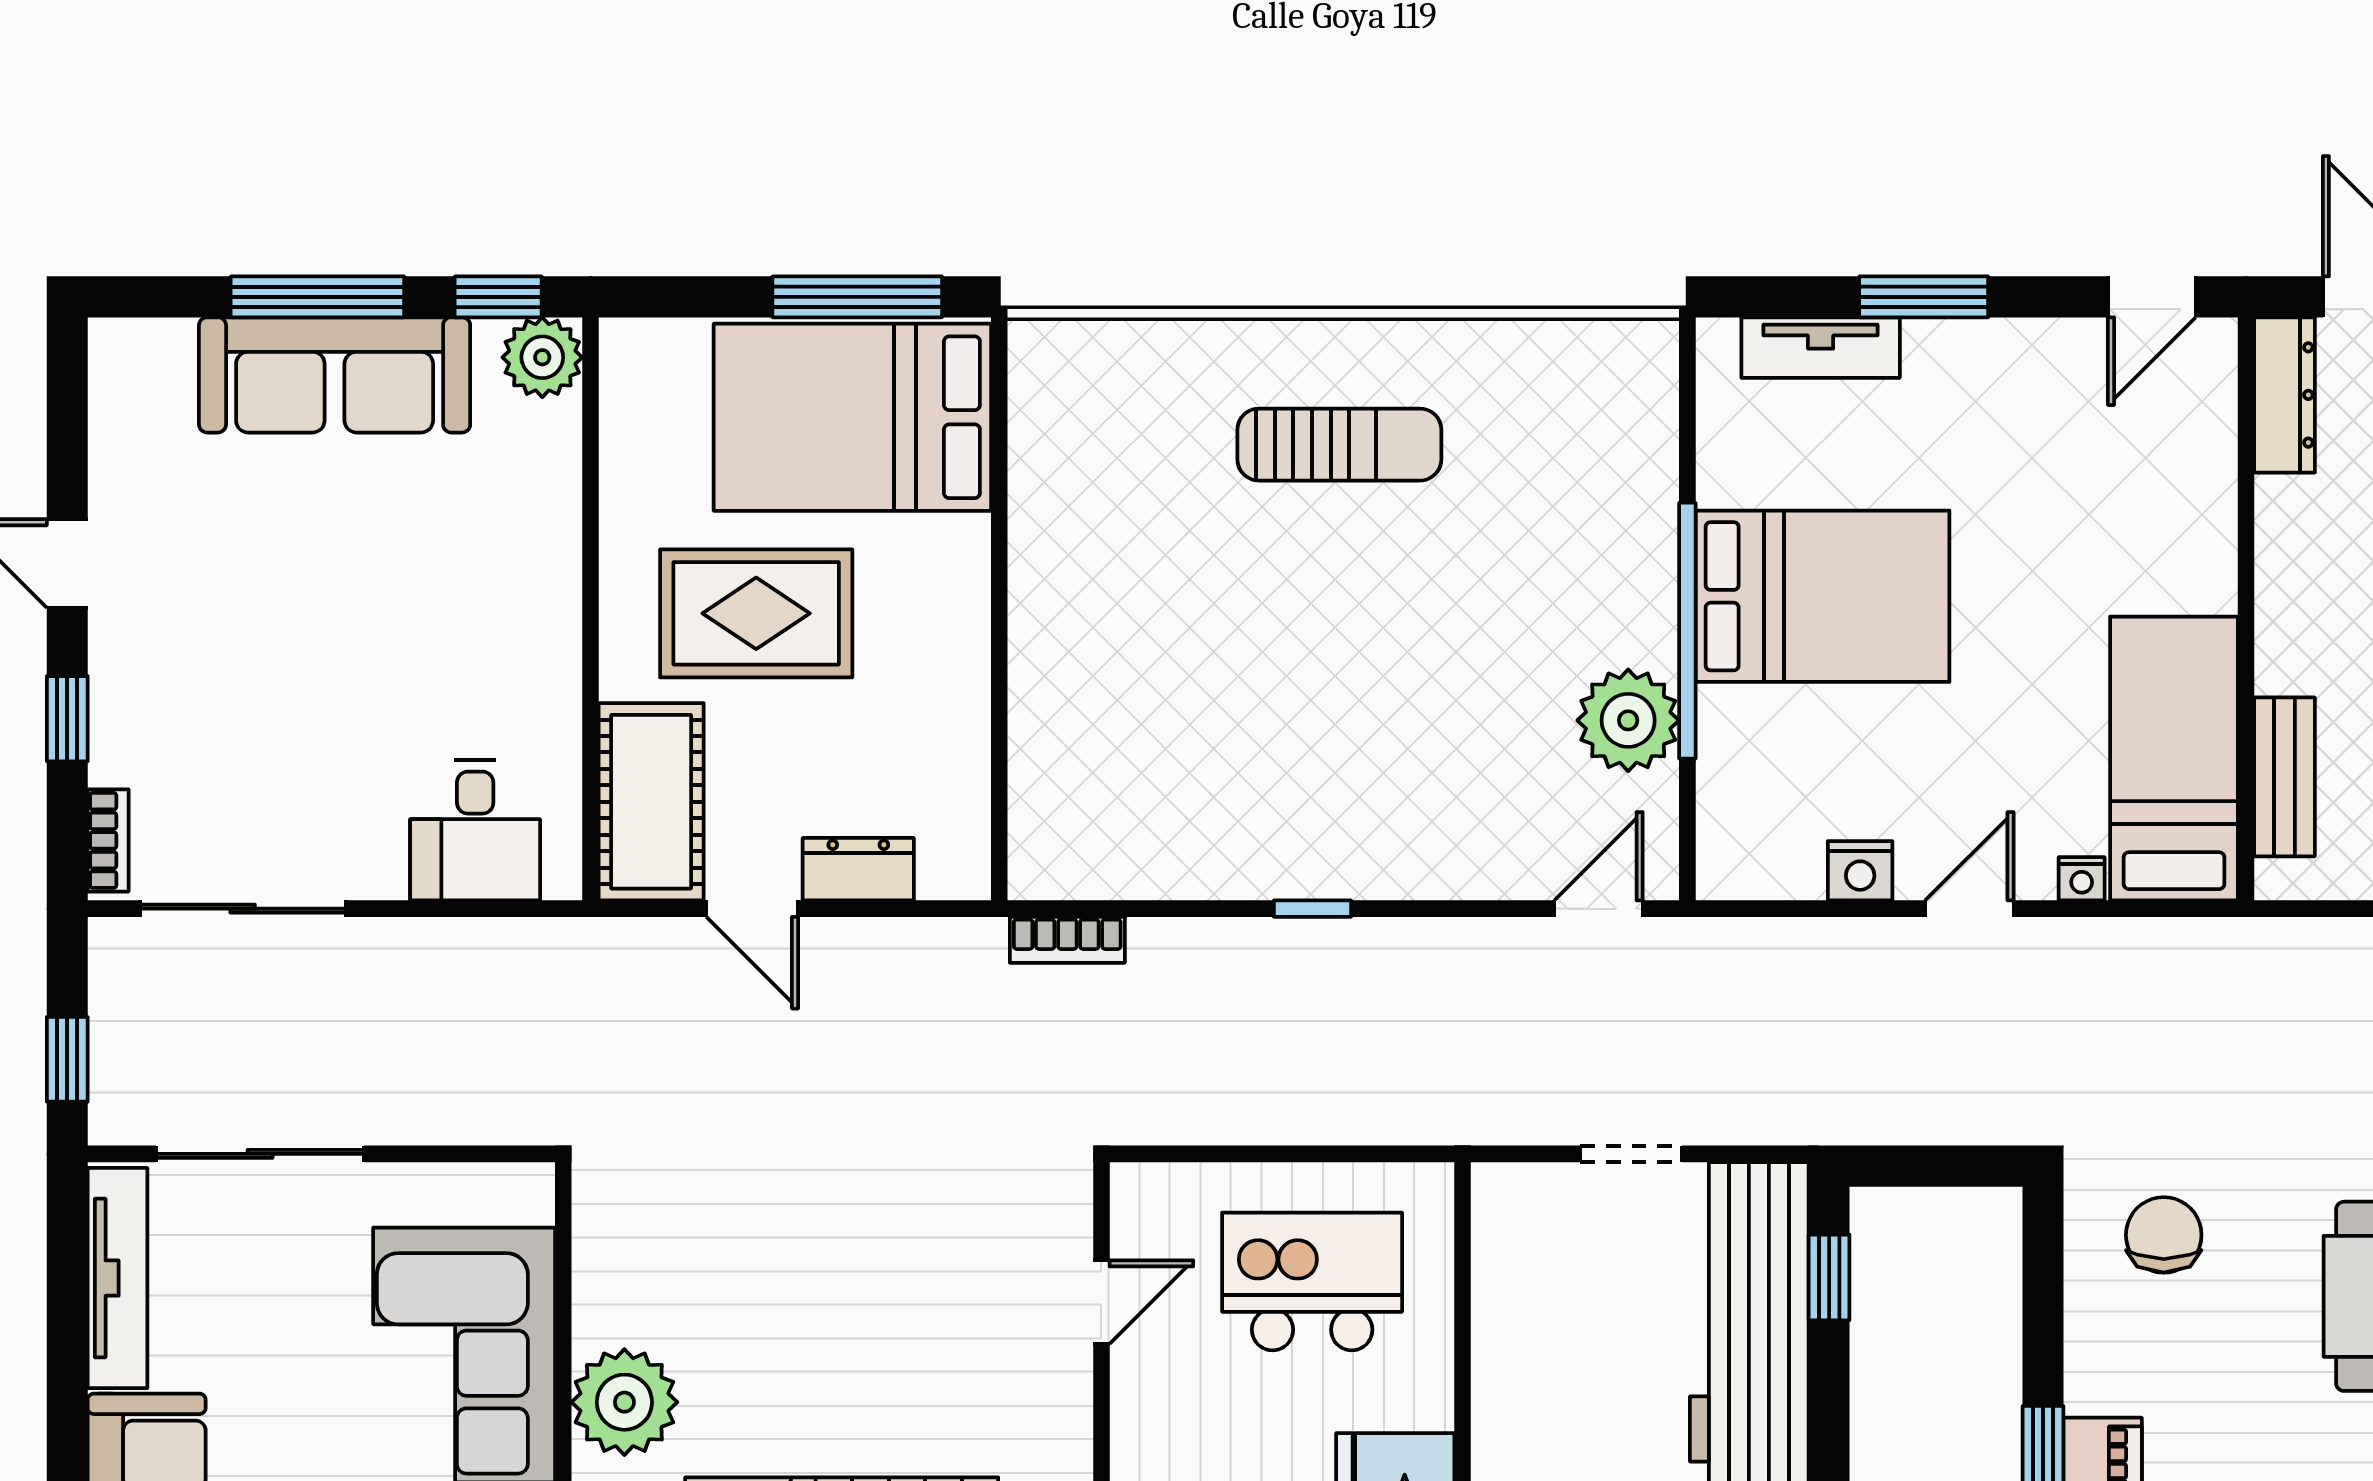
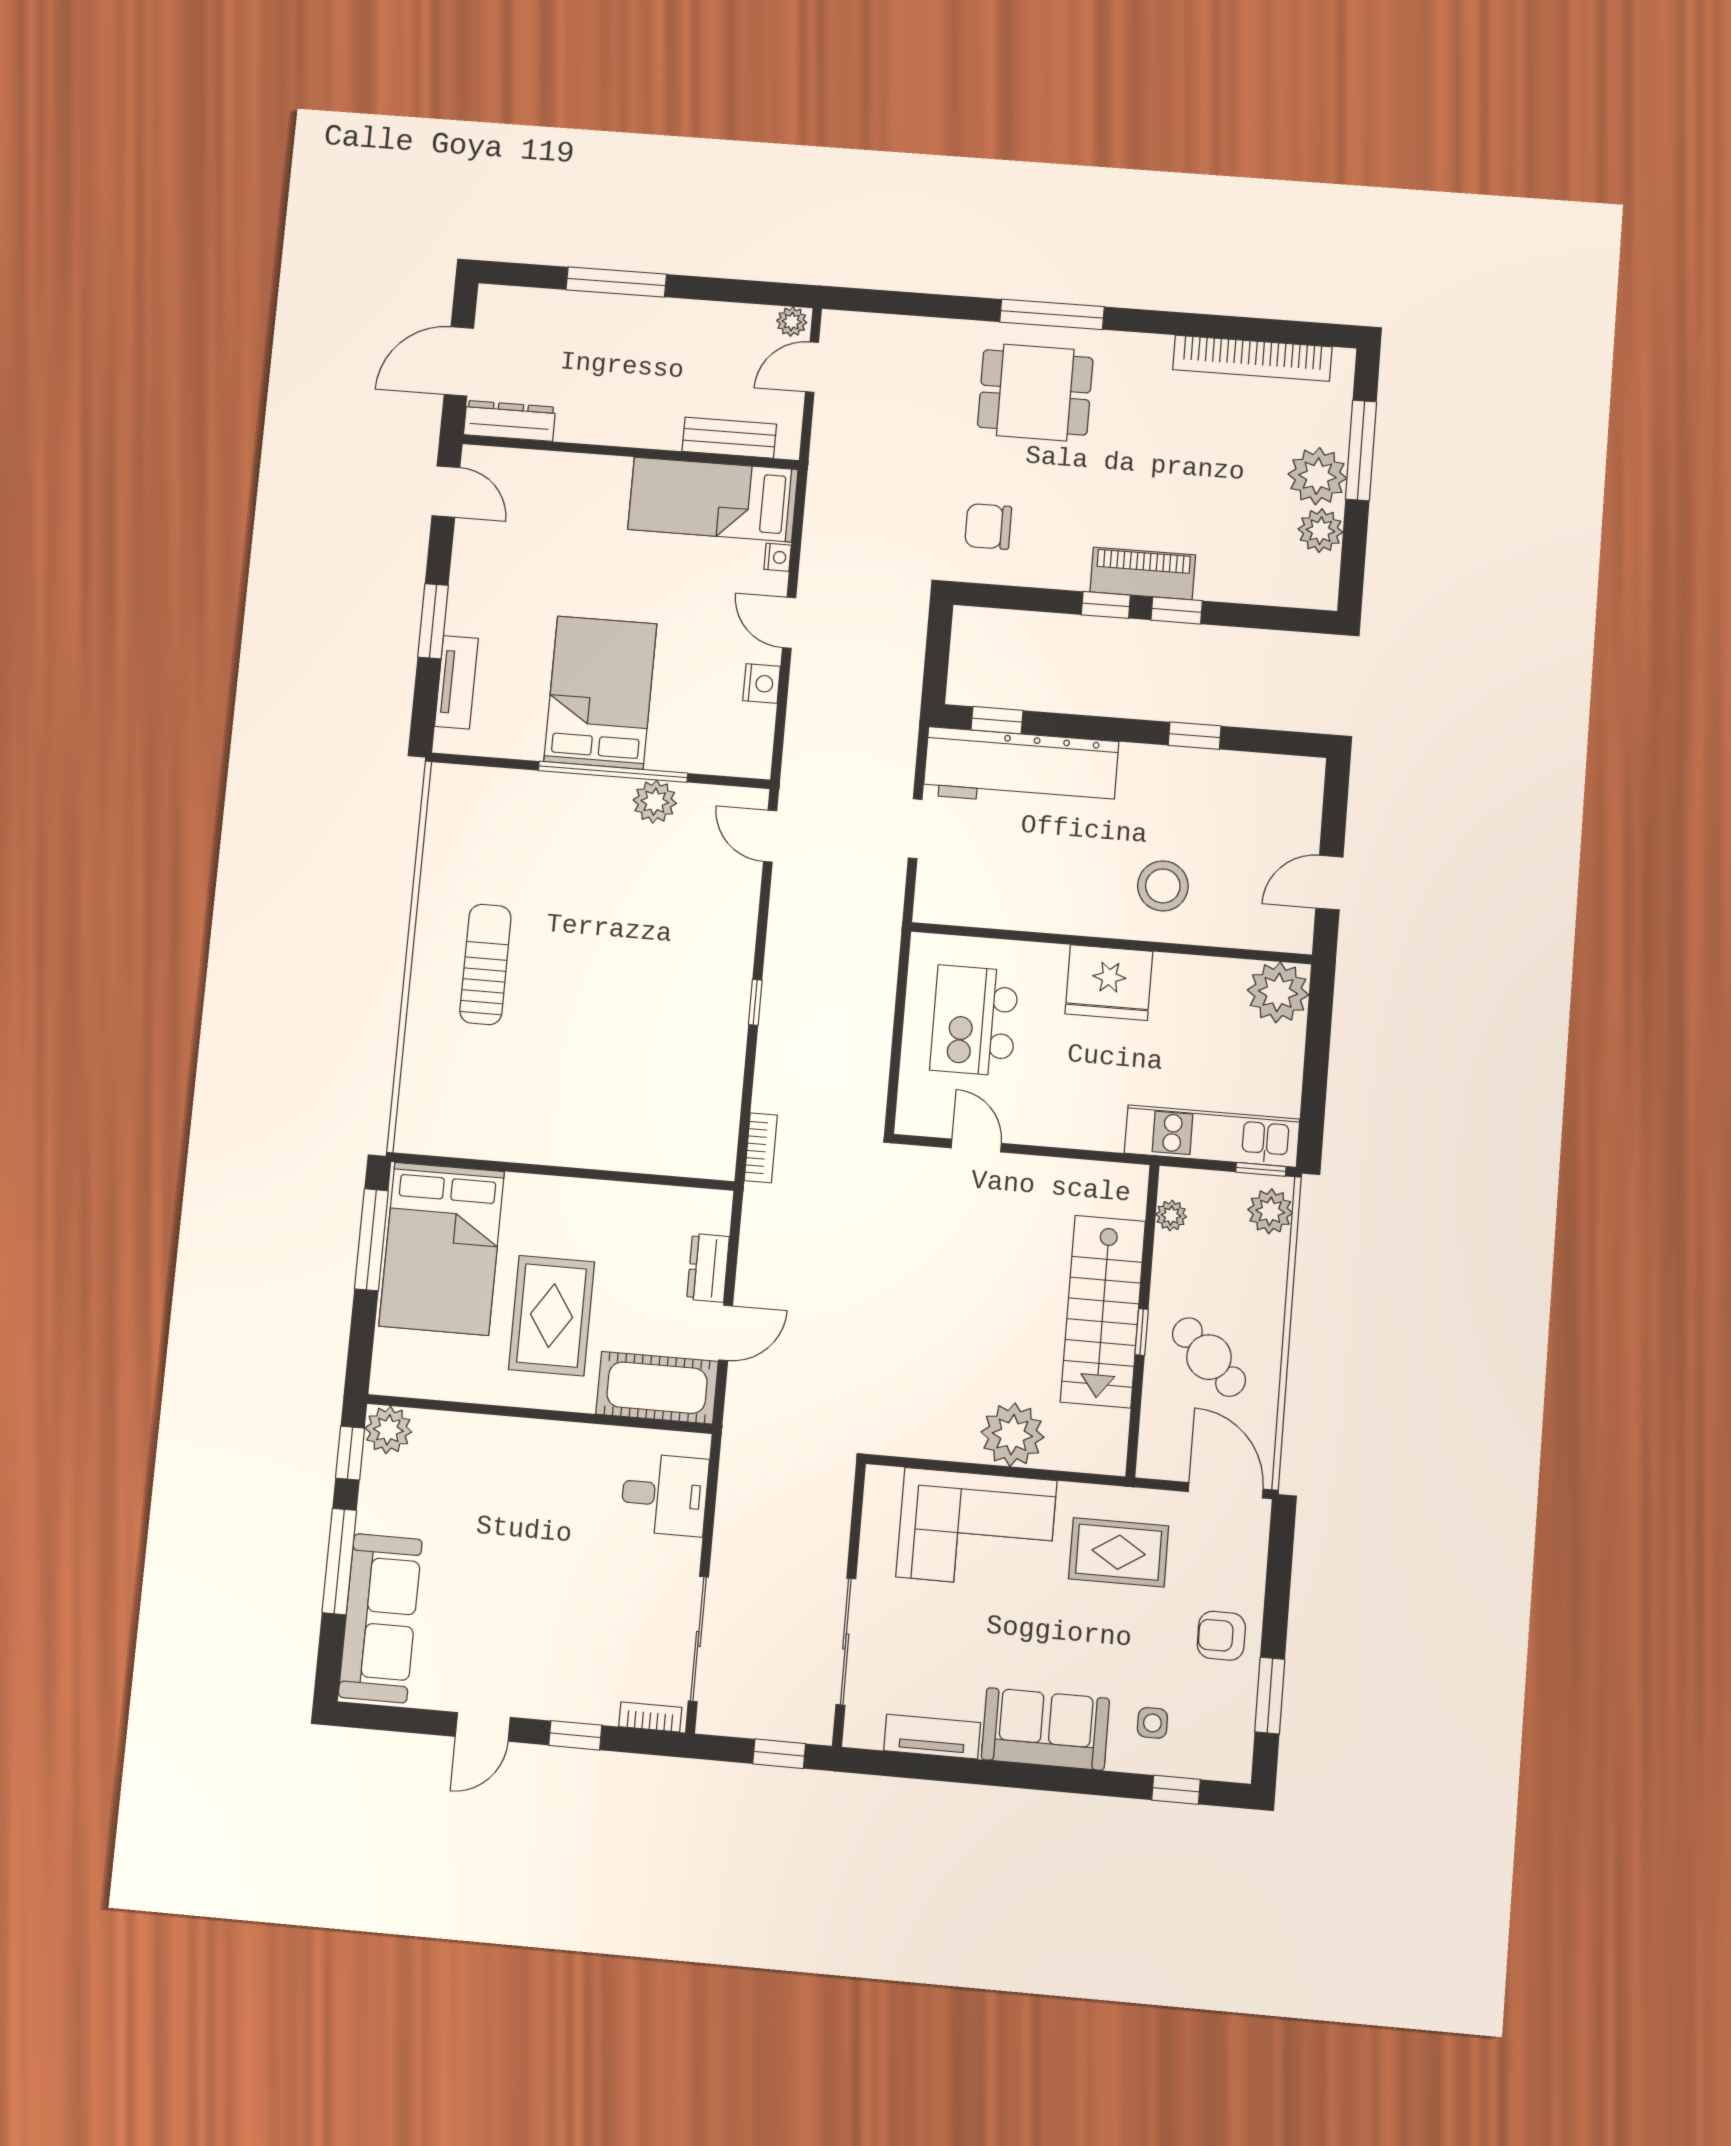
sofa: (335, 375) -> (380, 1618), moved
plant: (1628, 720) -> (655, 802), width x0.73, depth x0.73
tv unit: (118, 1278) -> (932, 1737), width x0.71

